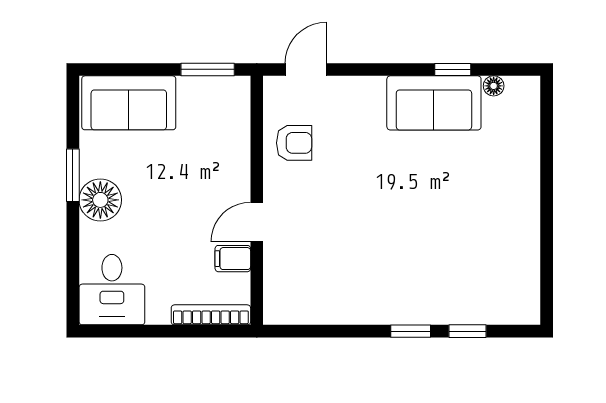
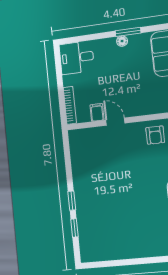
floor lamp: (100, 200) -> (122, 41), width x0.53, depth x0.53

